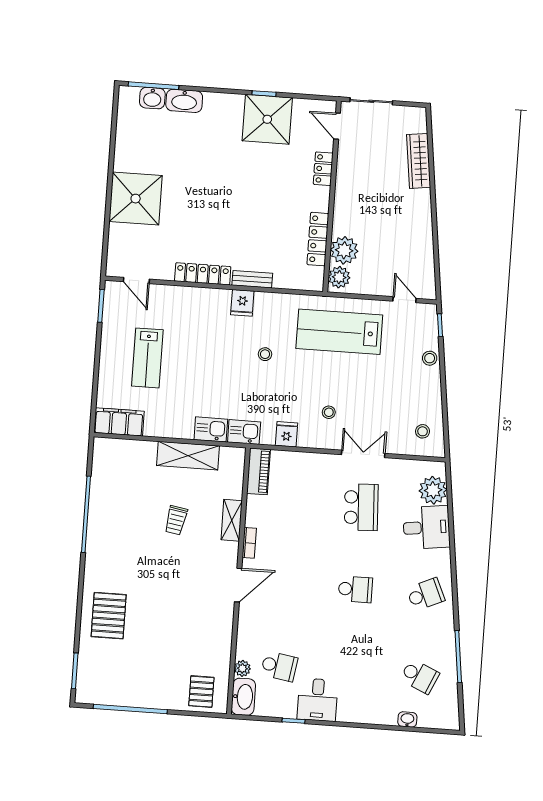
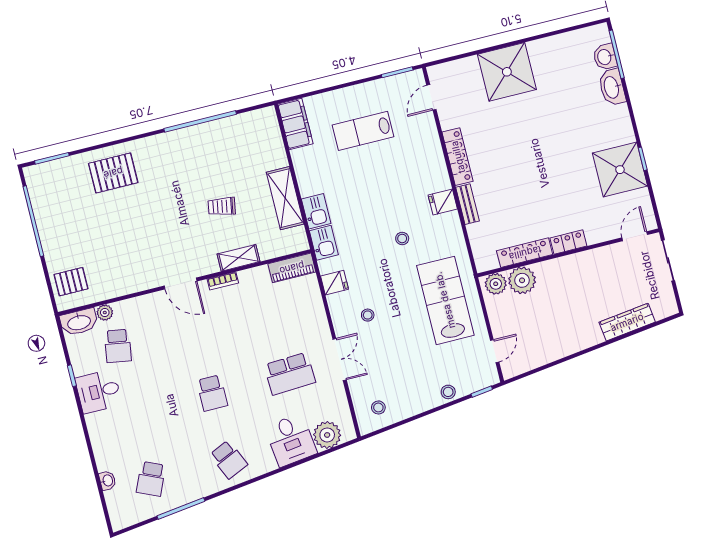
locker: (323, 169) -> (568, 242), moved

